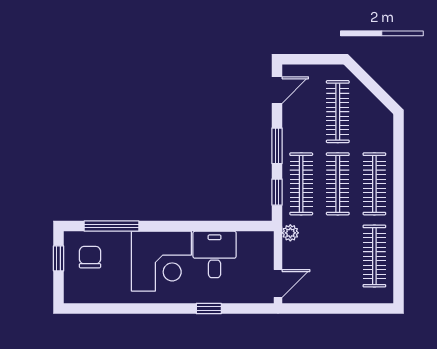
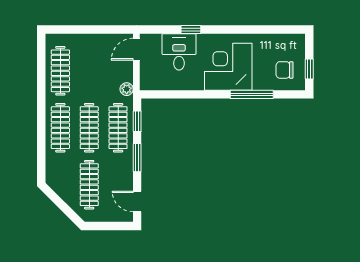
door: (277, 90) -> (137, 202), hinge flipped
window: (112, 226) -> (252, 94), moved
desk: (215, 254) -> (179, 52), moved, turned 180
chair: (90, 257) -> (285, 70), turned 90

